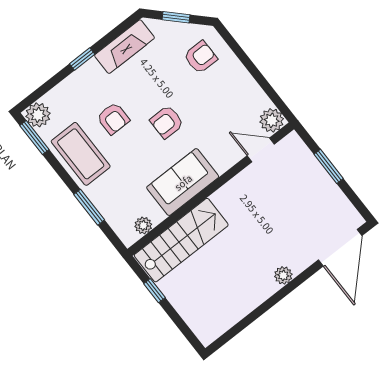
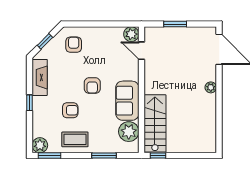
door: (261, 150) -> (141, 51), hinge flipped
coffee table: (81, 154) -> (75, 139), width x0.73, depth x0.76
plant: (143, 225) -> (129, 132), width x1.88, depth x1.88
window: (154, 291) -> (158, 156), moved

